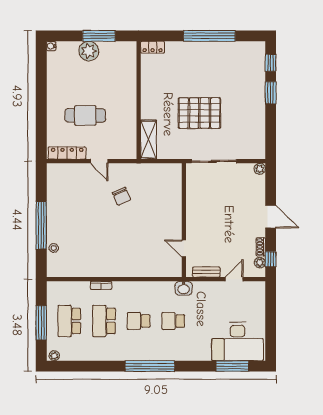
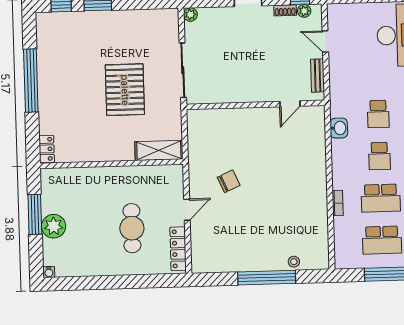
washbasin: (184, 288) -> (339, 128), moved

